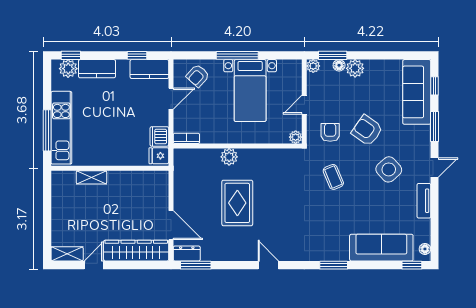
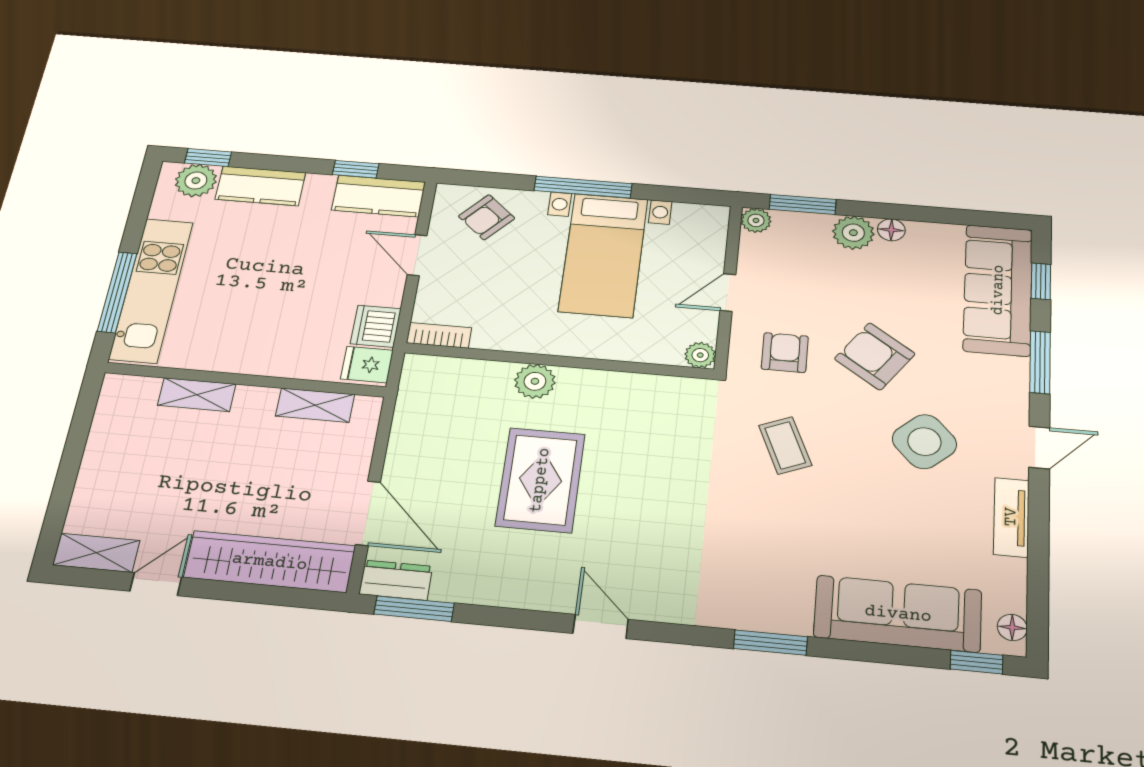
floor lamp: (339, 65) -> (891, 230), moved
door: (171, 99) -> (417, 255), swing flipped
shelving: (141, 177) -> (315, 405), added

